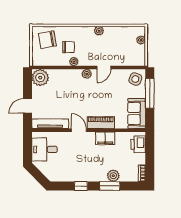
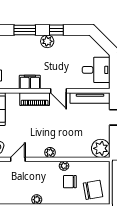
door: (104, 68) -> (18, 159), moved
plant: (113, 176) -> (47, 41), moved

